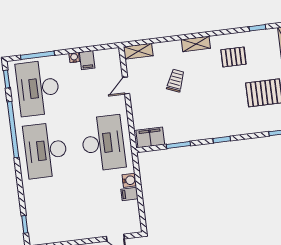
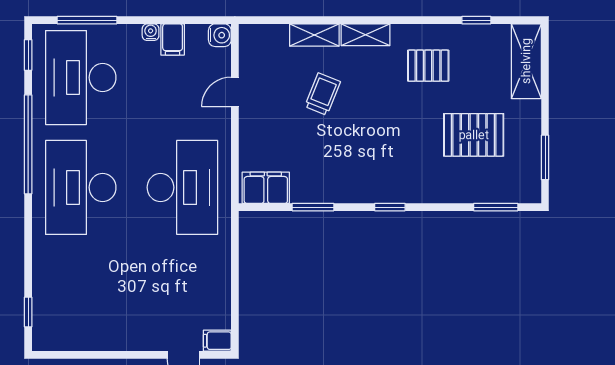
shelving: (138, 51) -> (314, 35), moved
water cooler: (129, 180) -> (220, 35), moved
filing cabinet: (129, 194) -> (217, 341), moved

